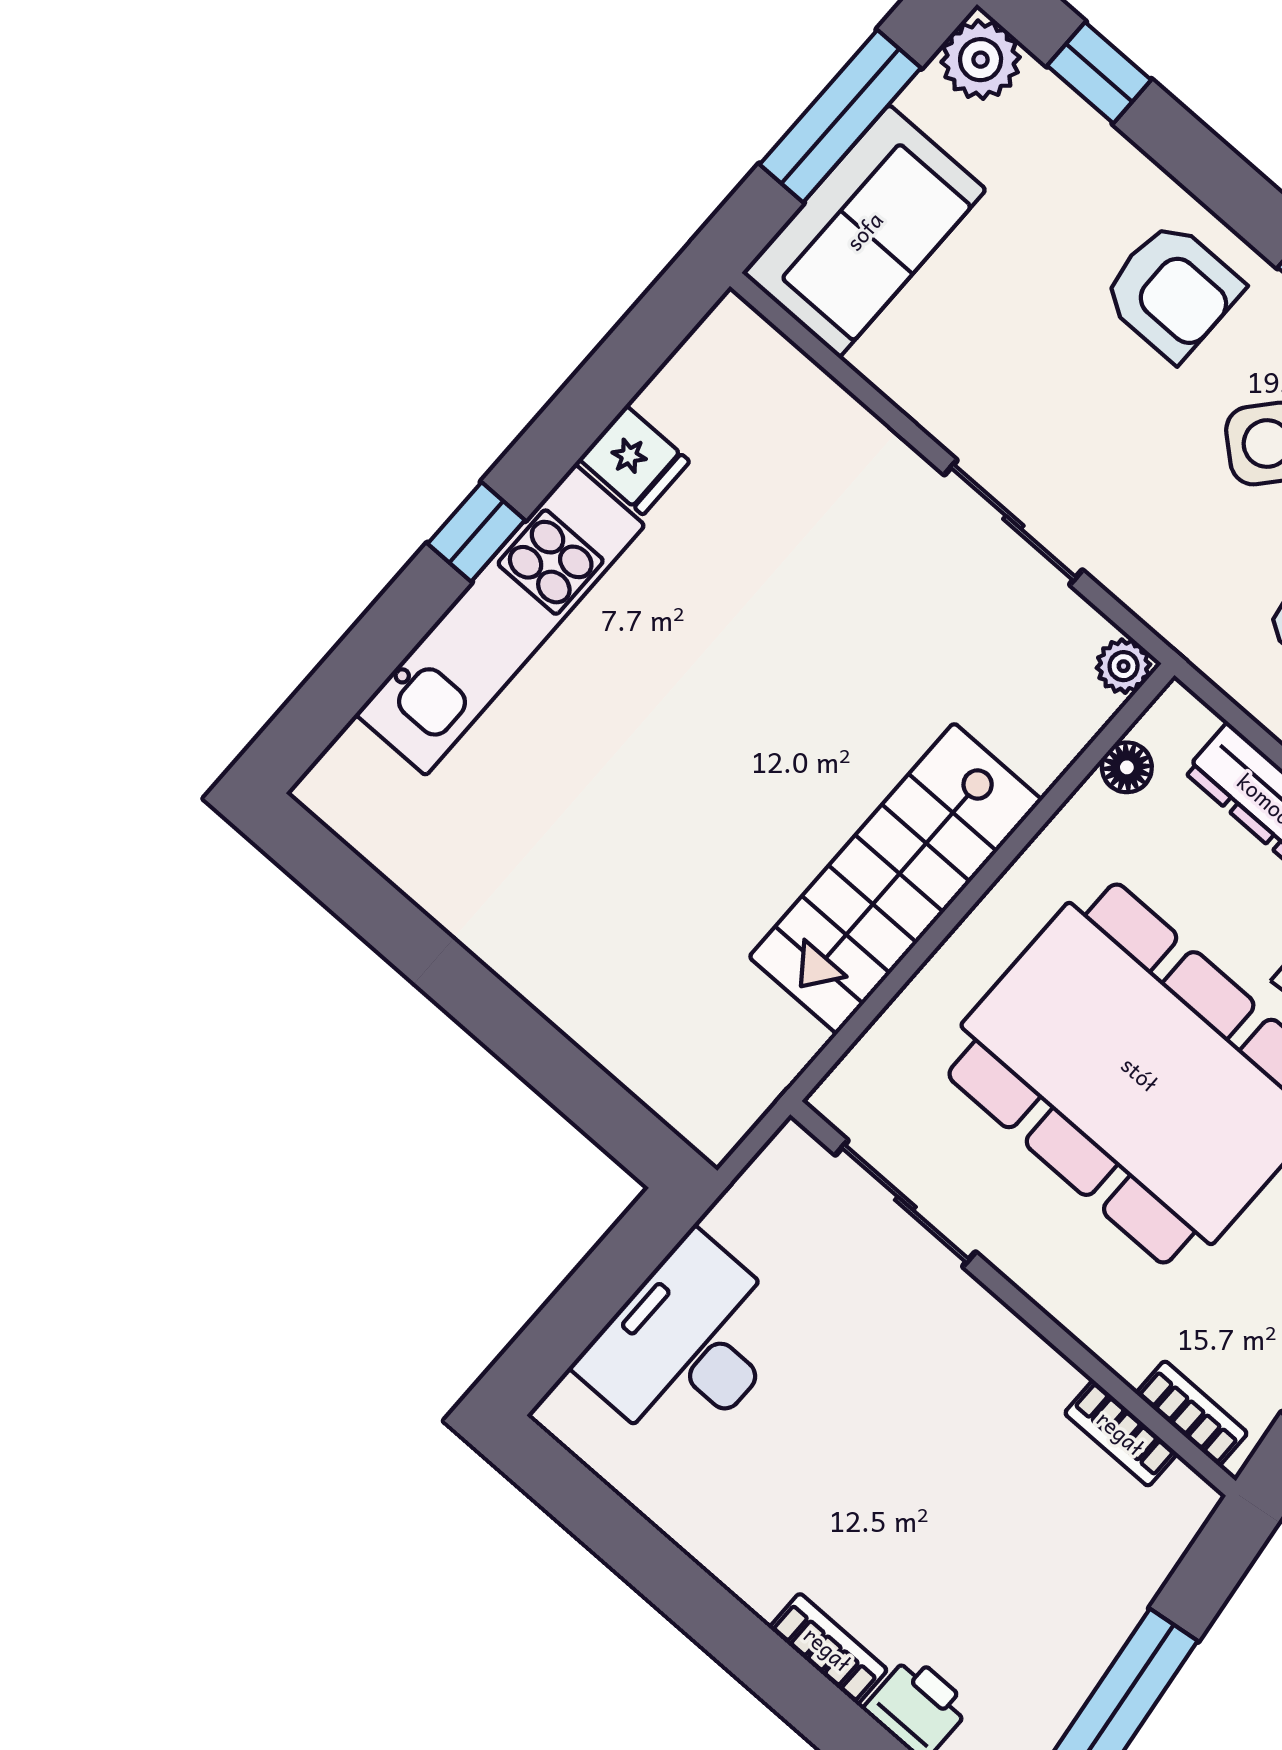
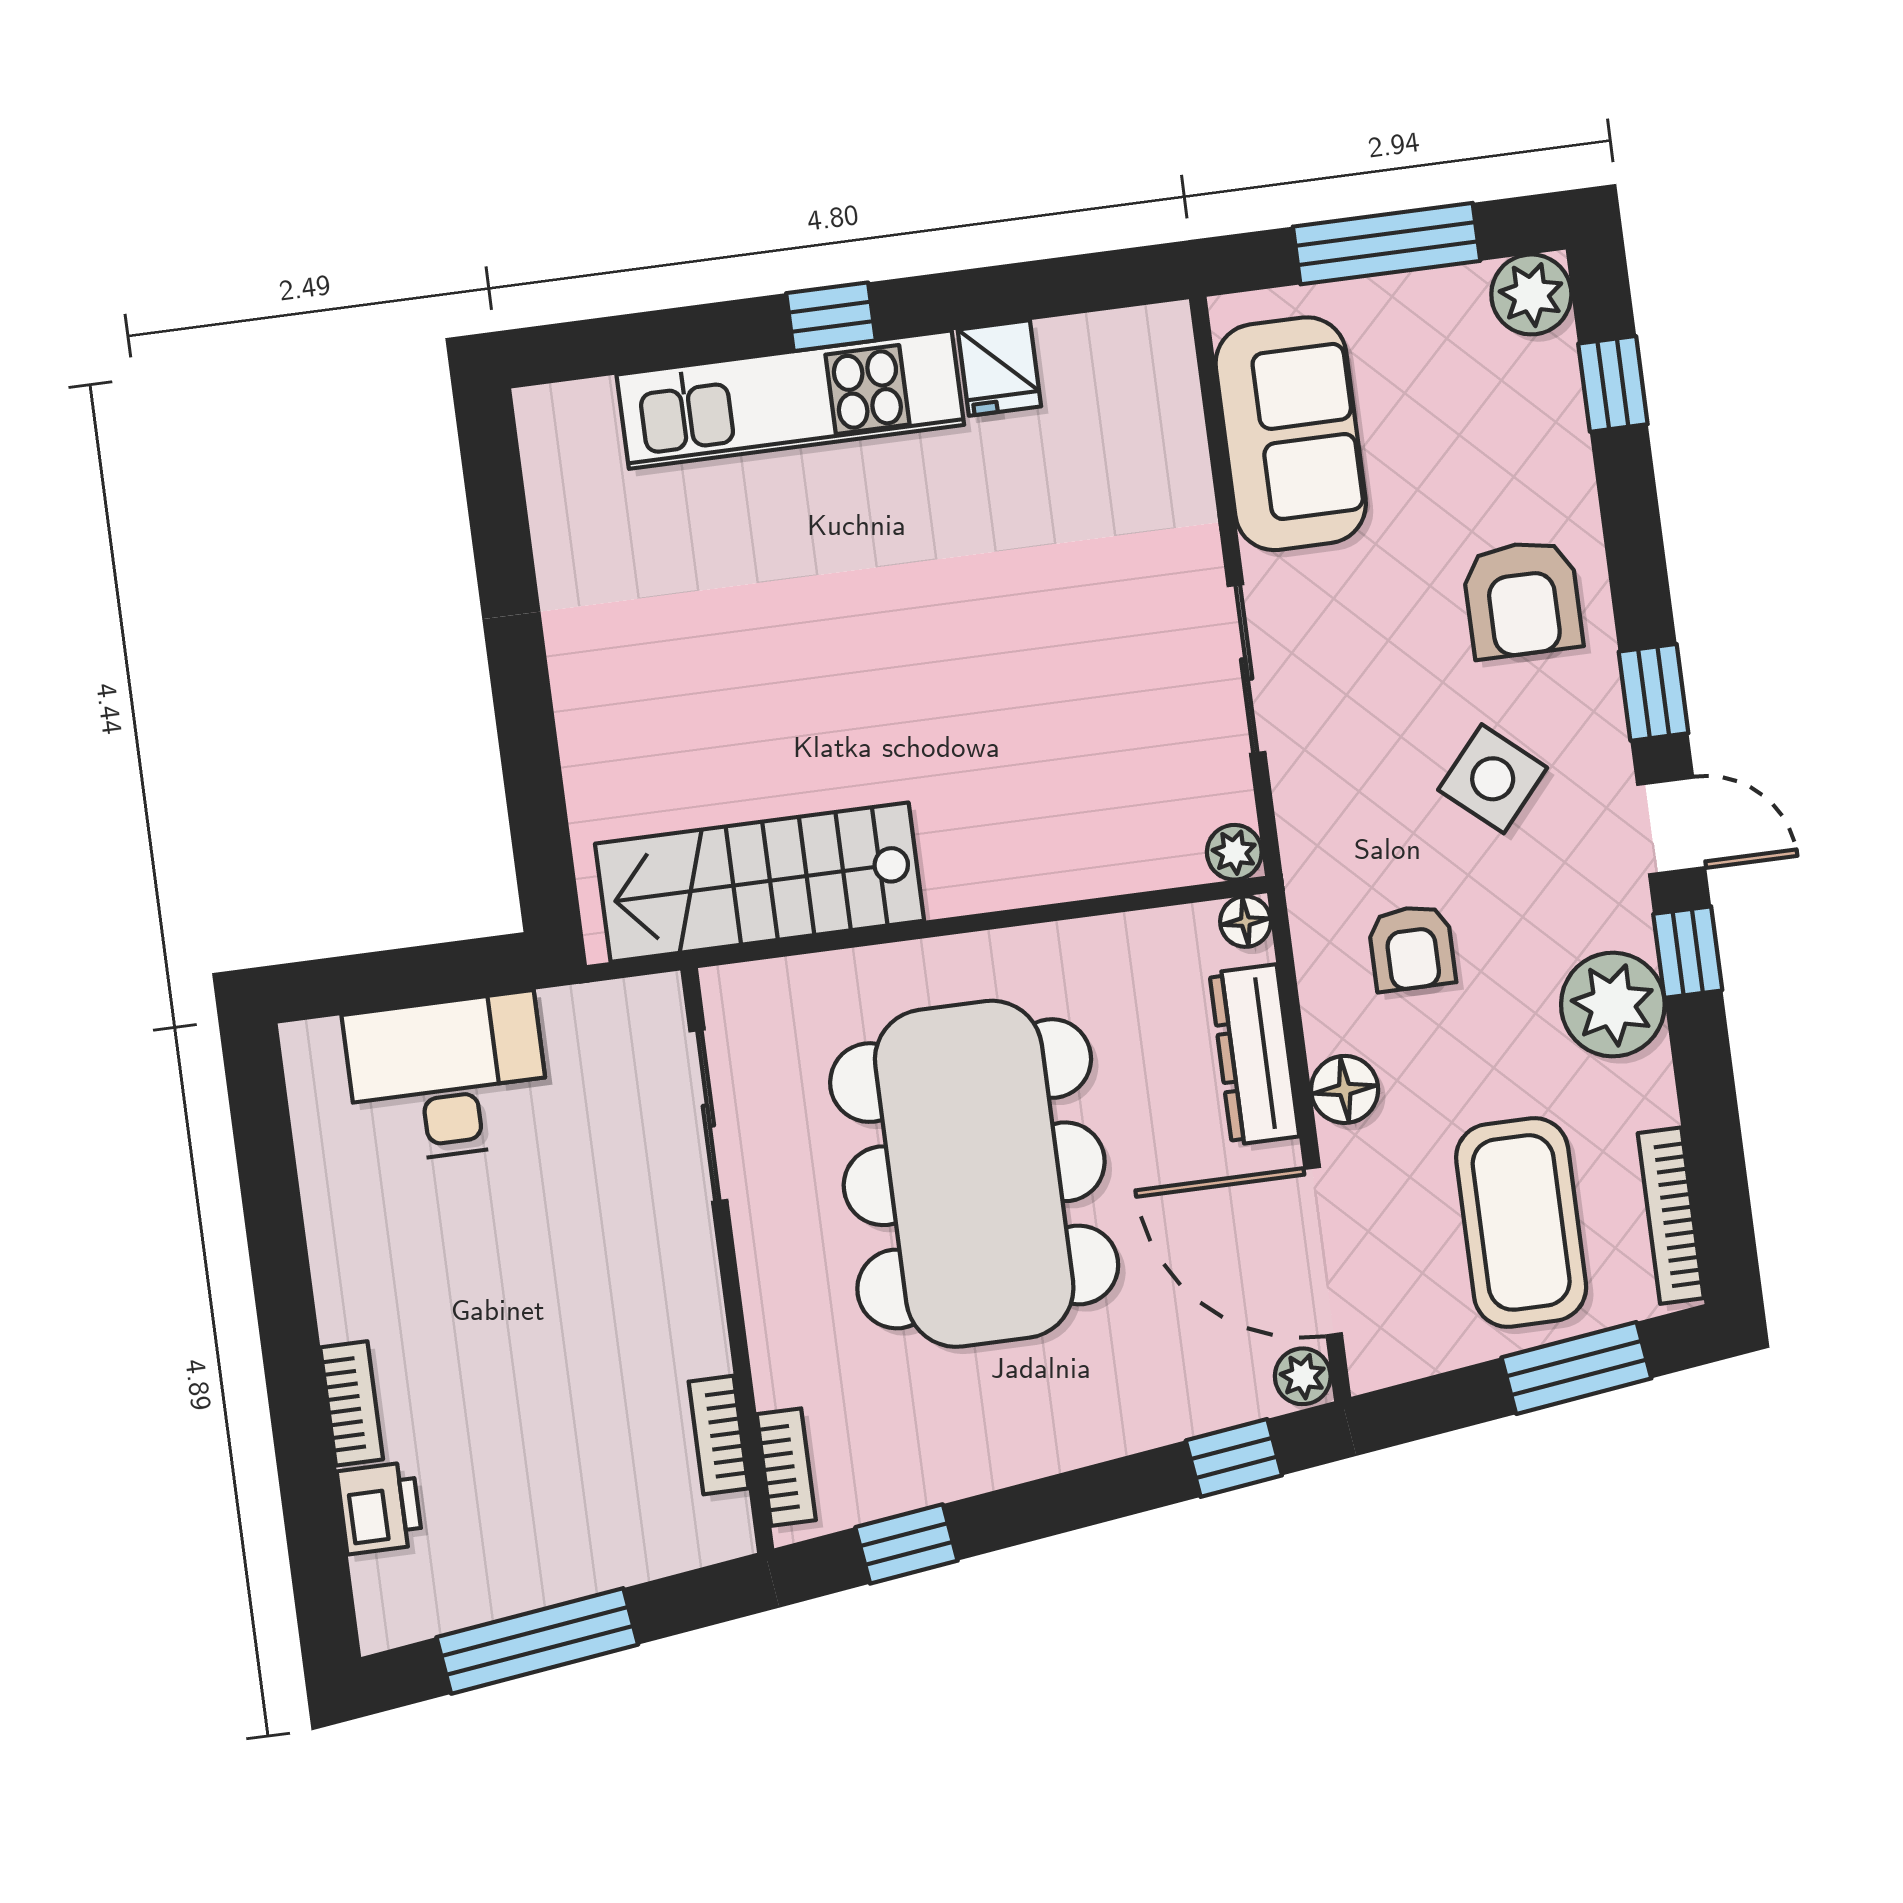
sofa: (864, 231) -> (1291, 434), moved, turned -90
floor lamp: (1127, 767) -> (1245, 922), moved
stairs: (895, 878) -> (760, 882), moved

